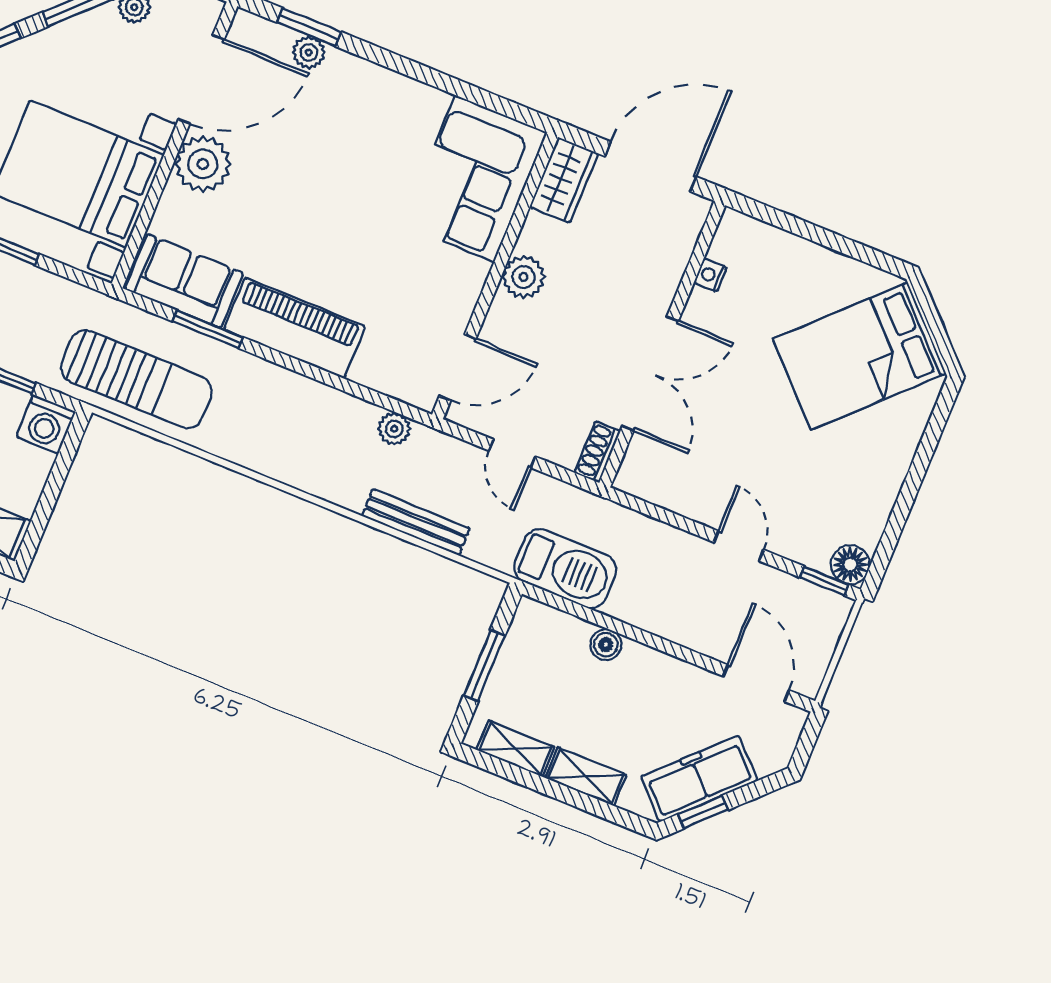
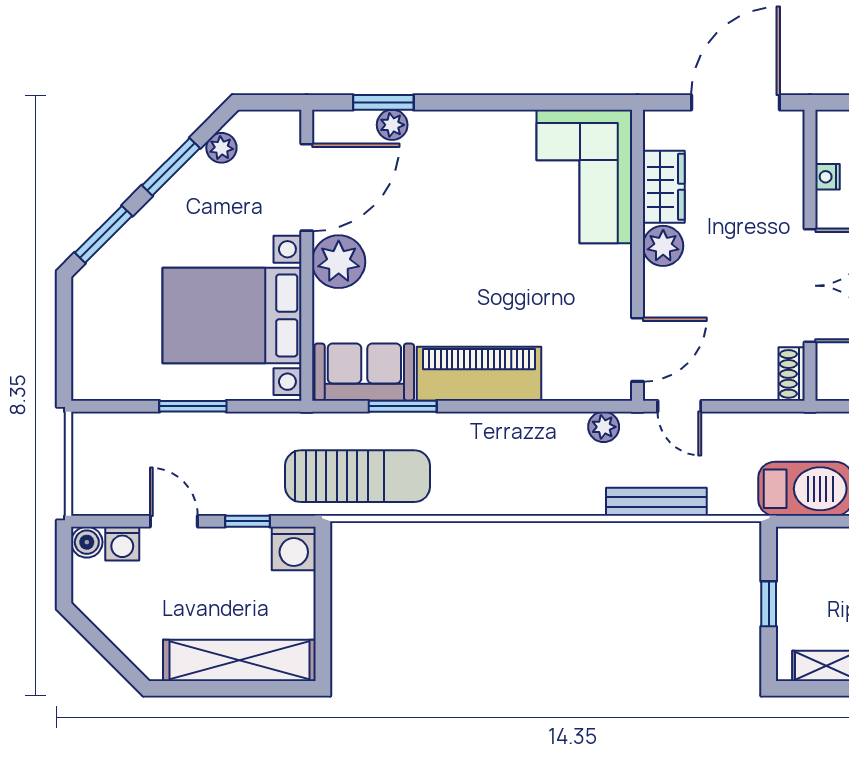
wardrobe: (564, 180) -> (664, 187), moved
door: (512, 453) -> (679, 406), moved
window: (484, 666) -> (769, 604), width x0.67

